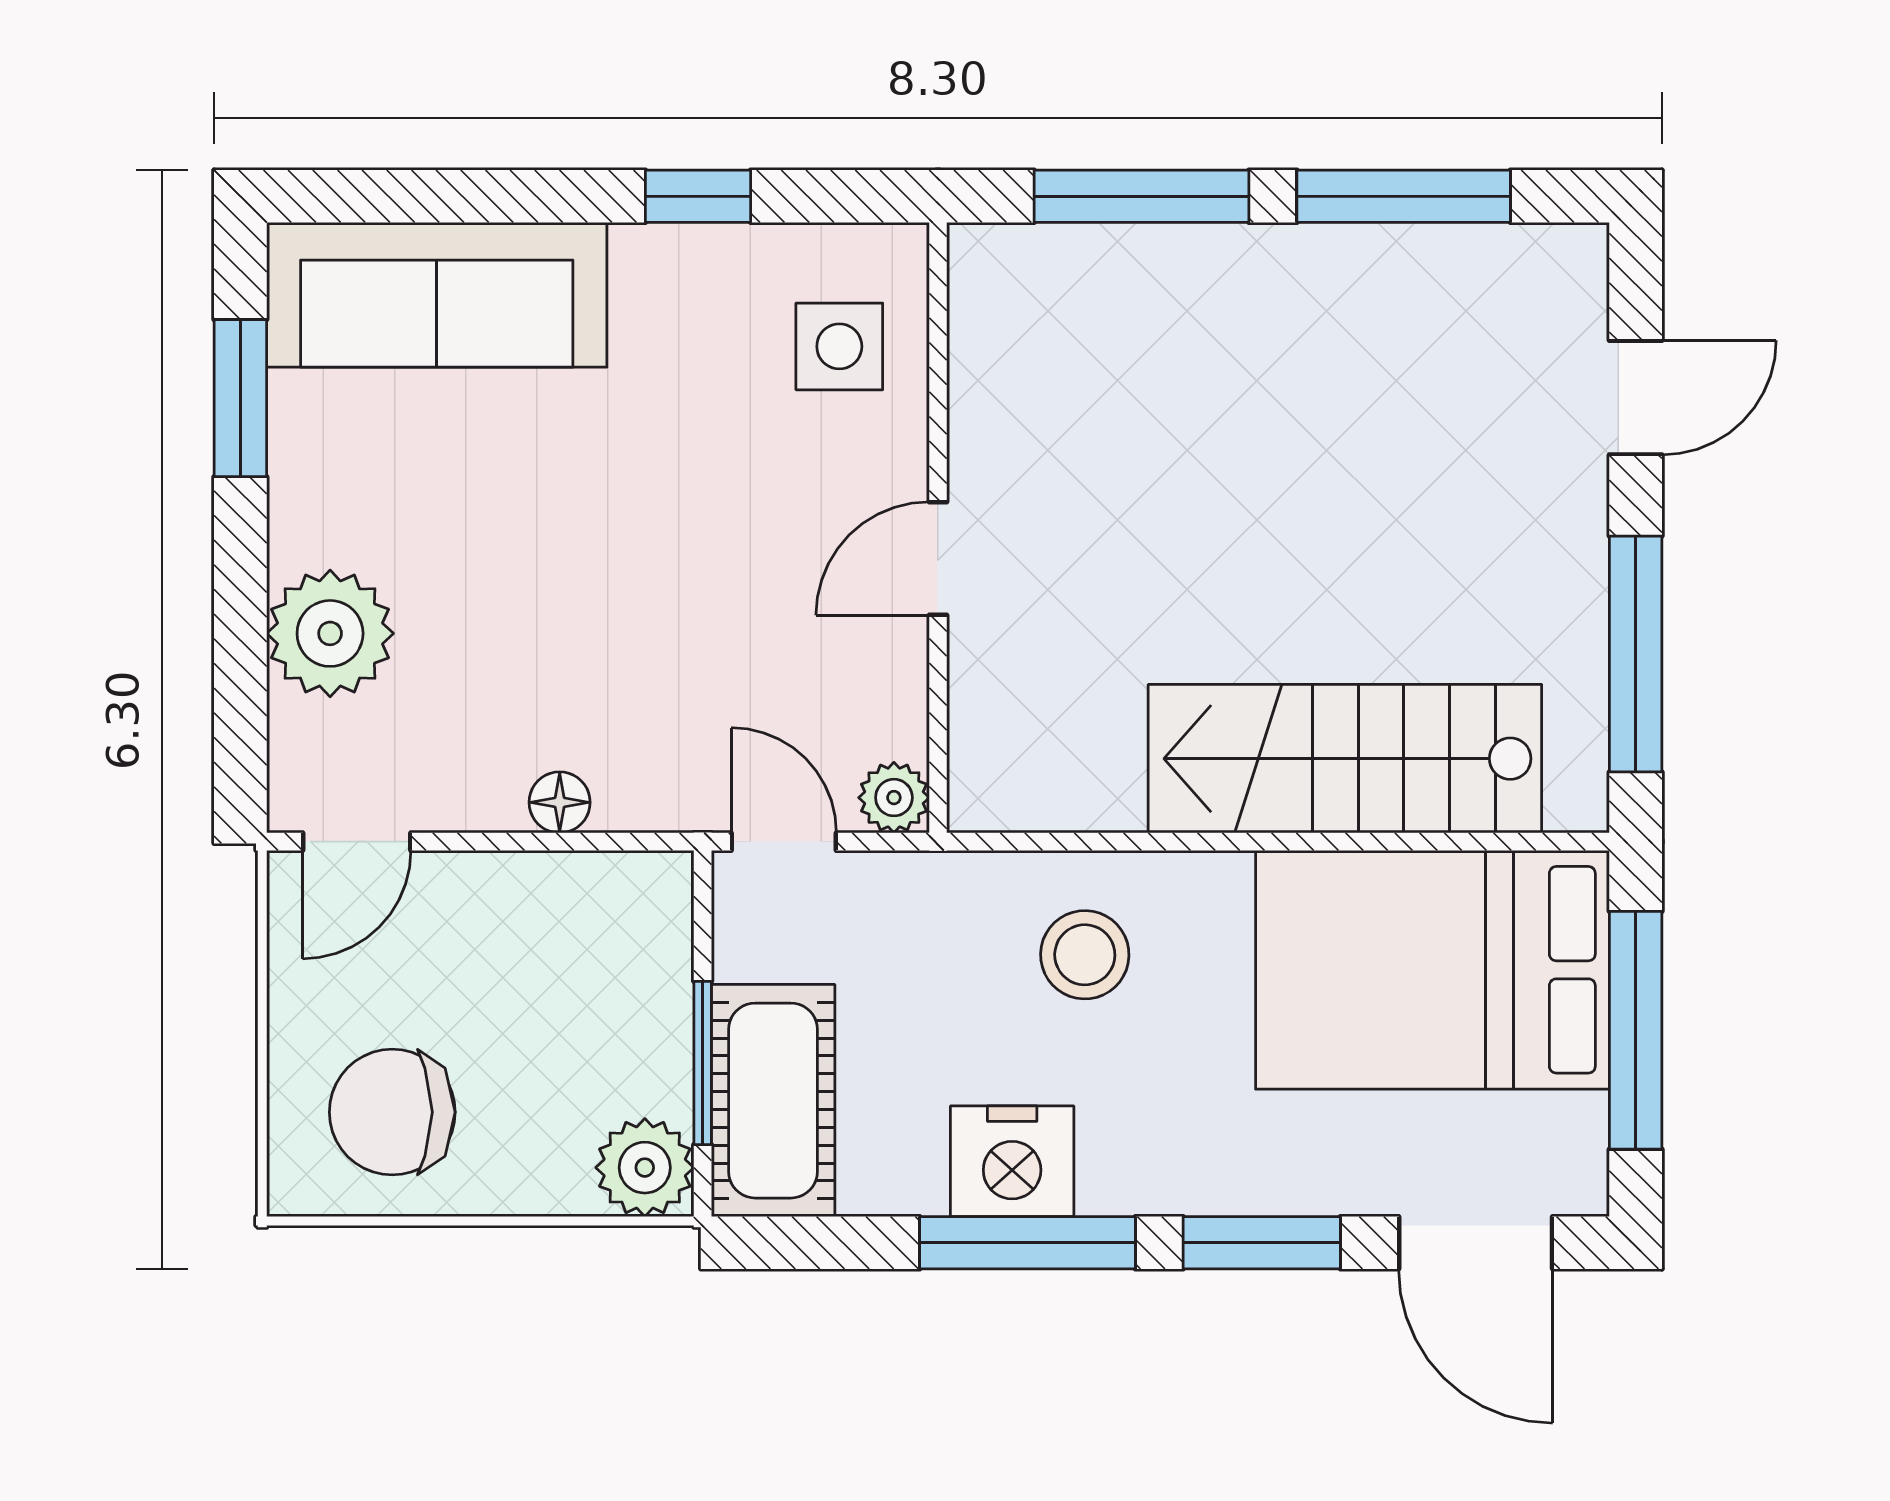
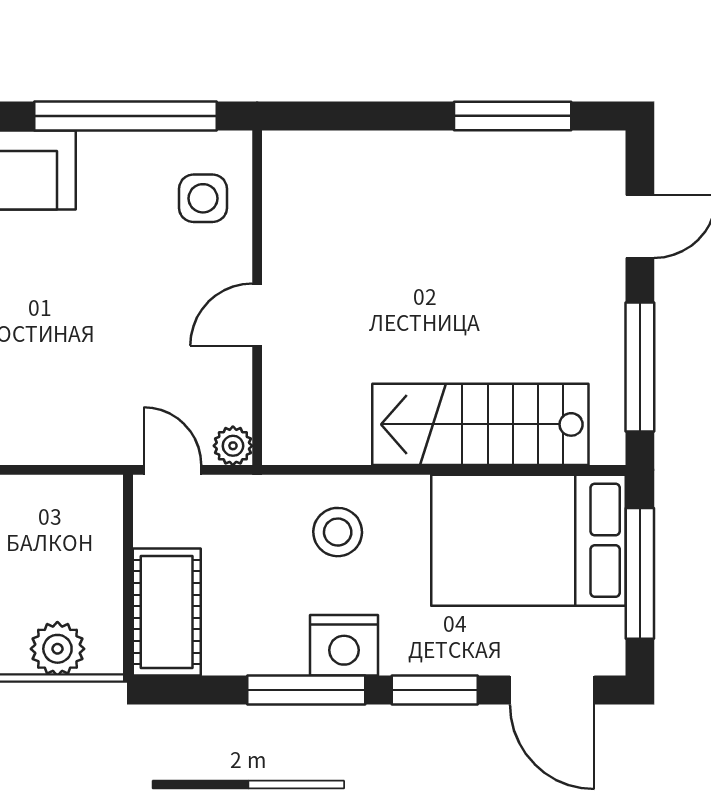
window: (698, 196) -> (125, 116), width x3.17
window: (1142, 196) -> (369, 116), removed
floor lamp: (560, 802) -> (50, 448), removed
window: (703, 1063) -> (128, 591), removed
nightstand: (1012, 1161) -> (344, 645), moved
plant: (645, 1168) -> (57, 649), moved

